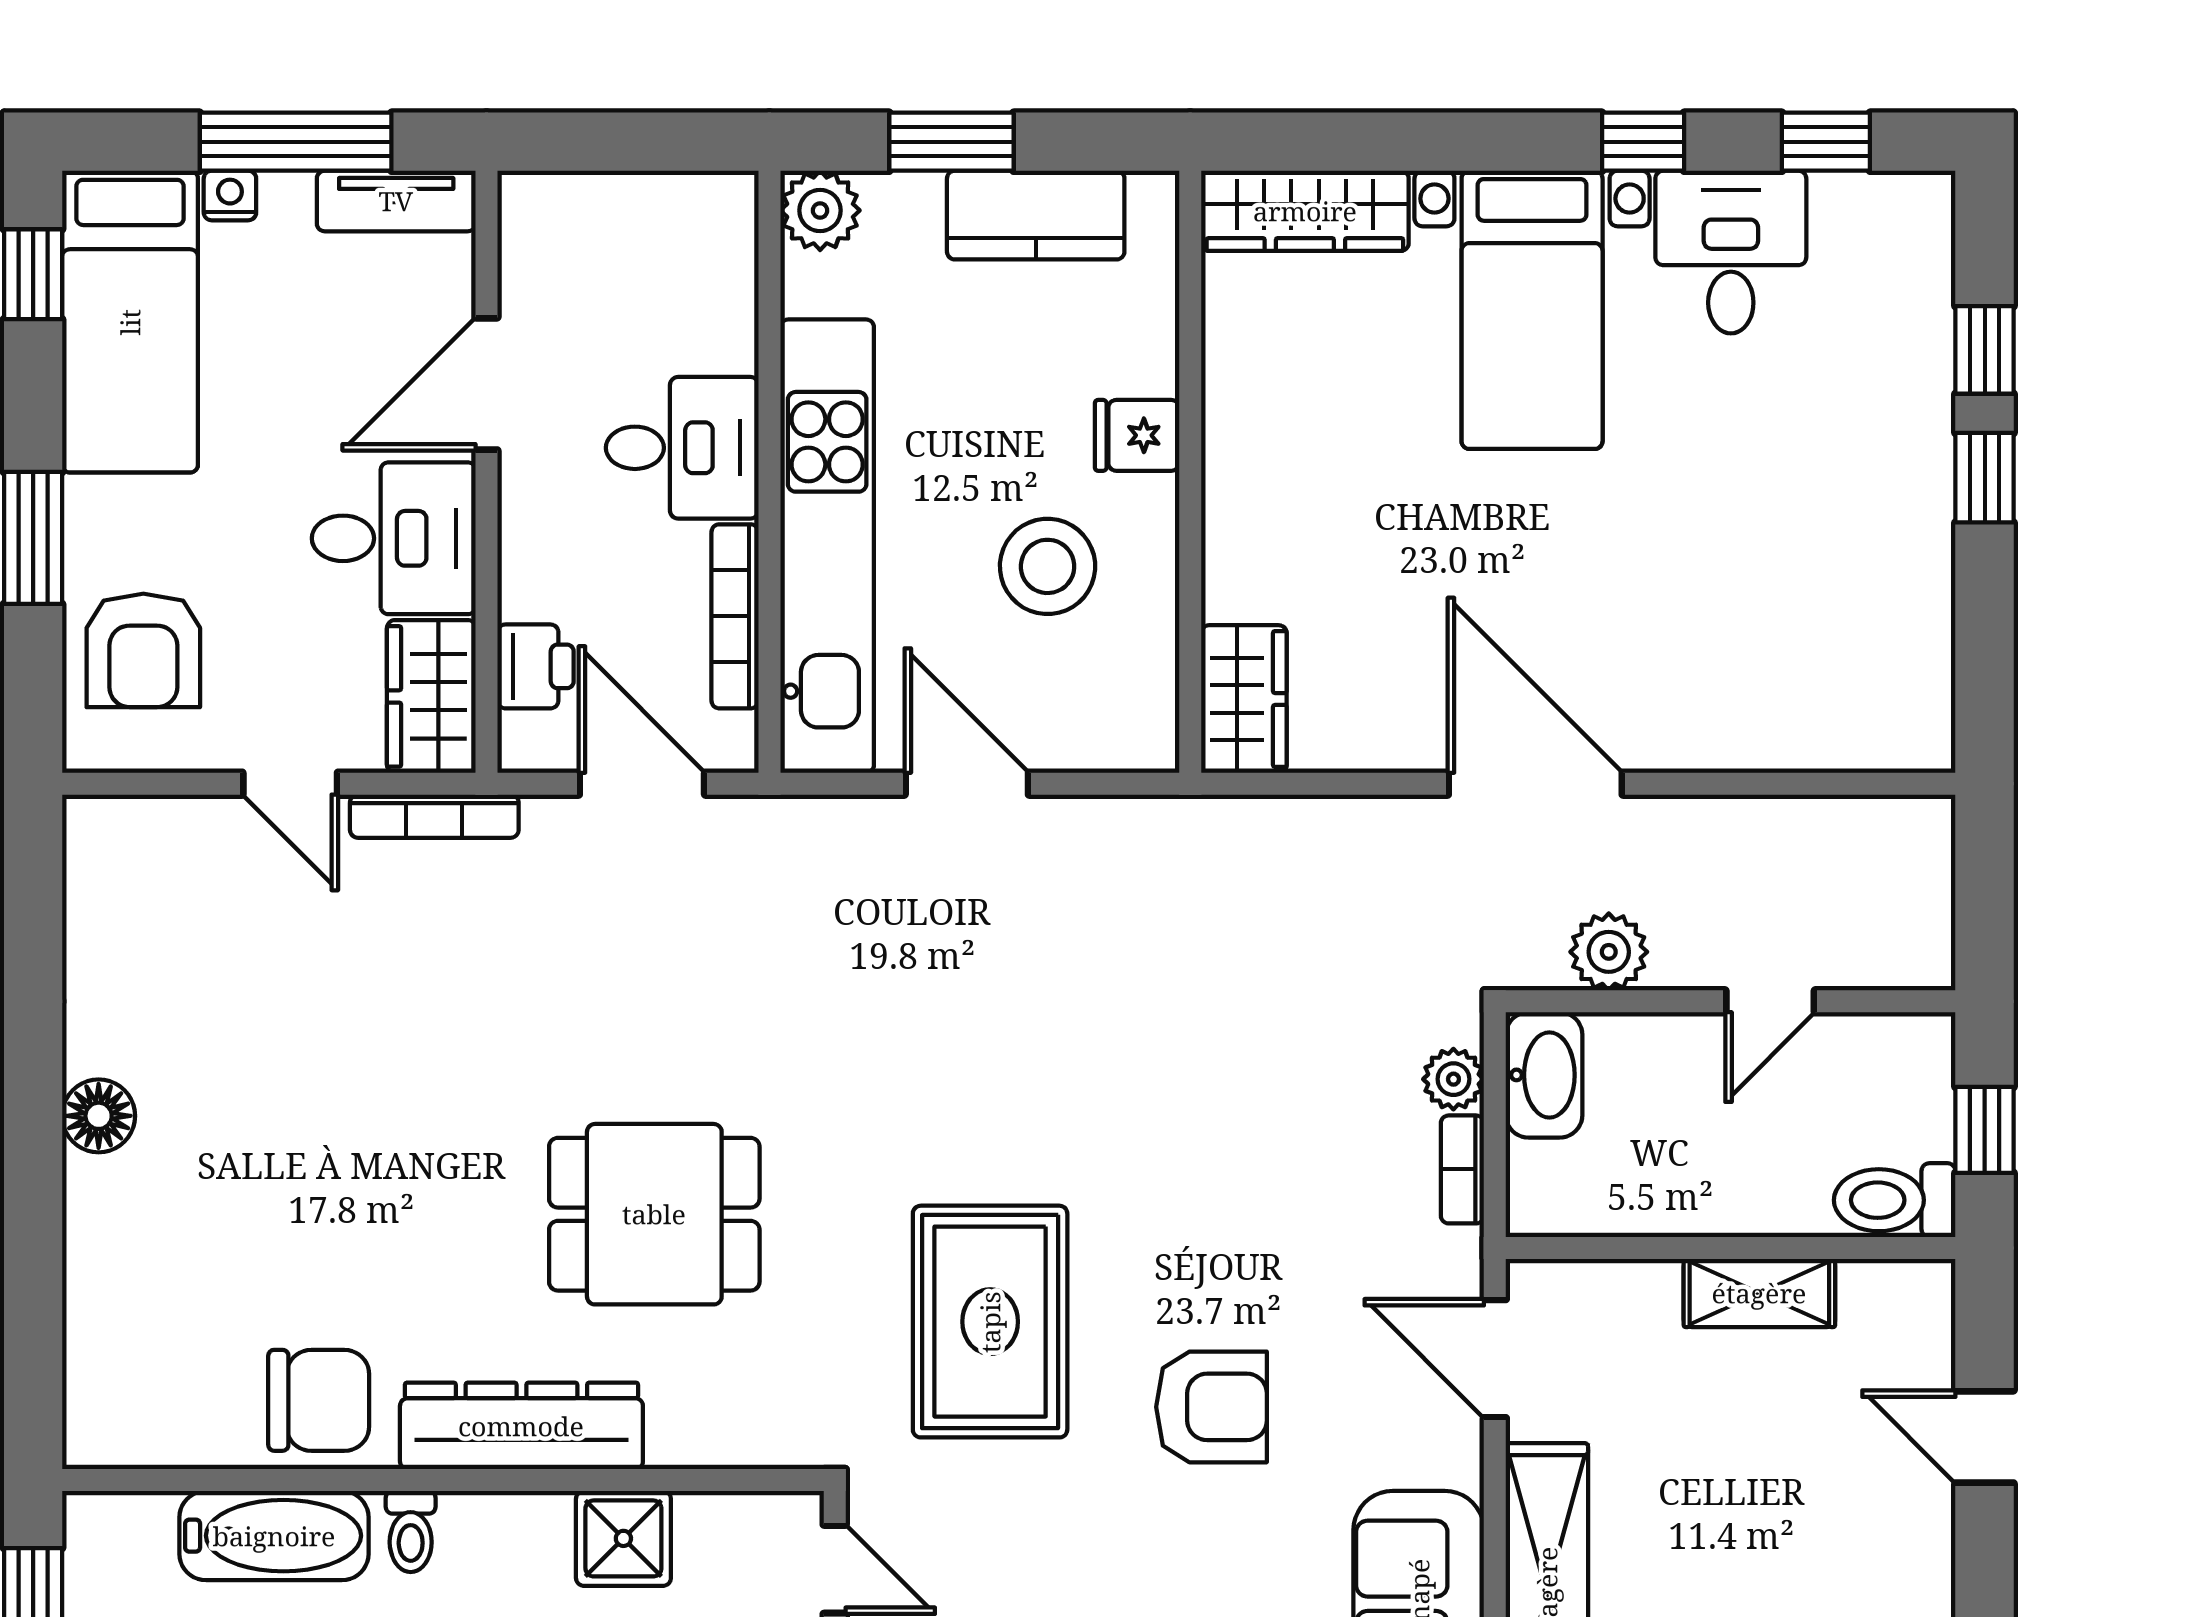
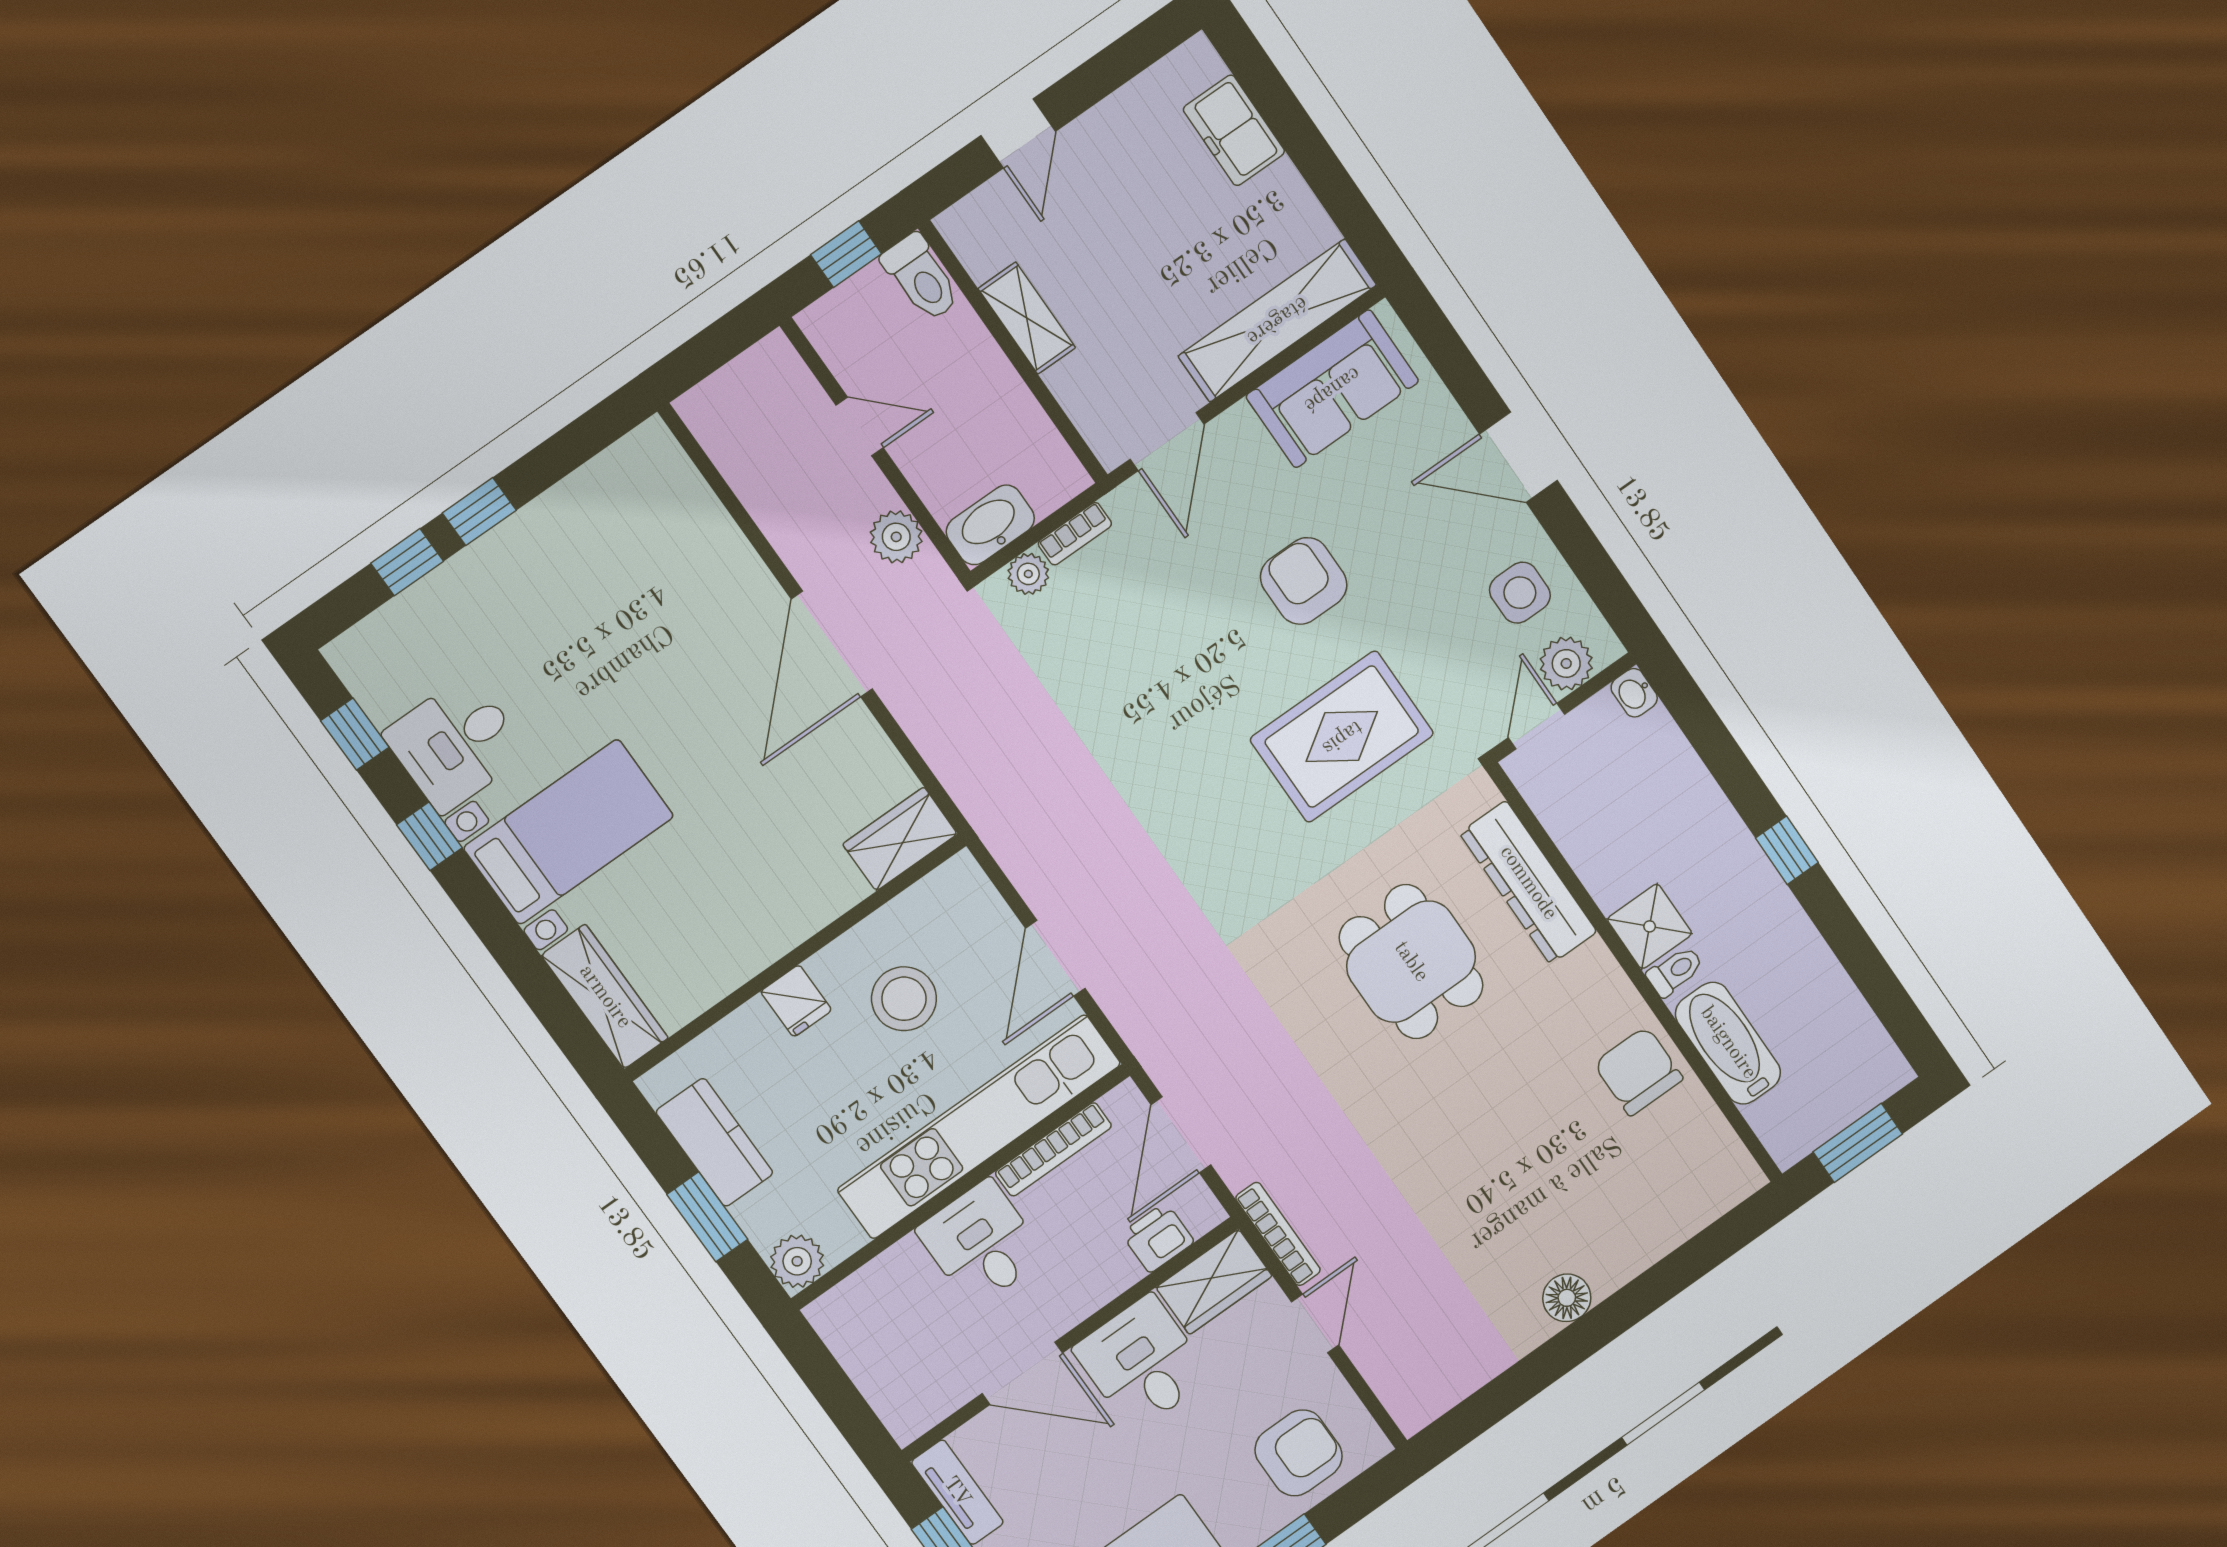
dresser: (521, 1426) -> (1528, 883), moved
shower: (623, 1538) -> (1650, 926), moved

